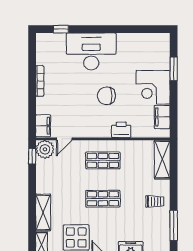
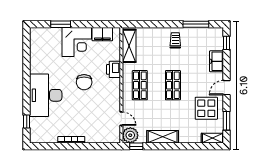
filing cabinet: (43, 126) -> (110, 137), removed
shelving: (162, 160) -> (129, 46), moved, turned 90
shelving: (43, 212) -> (163, 137), moved

